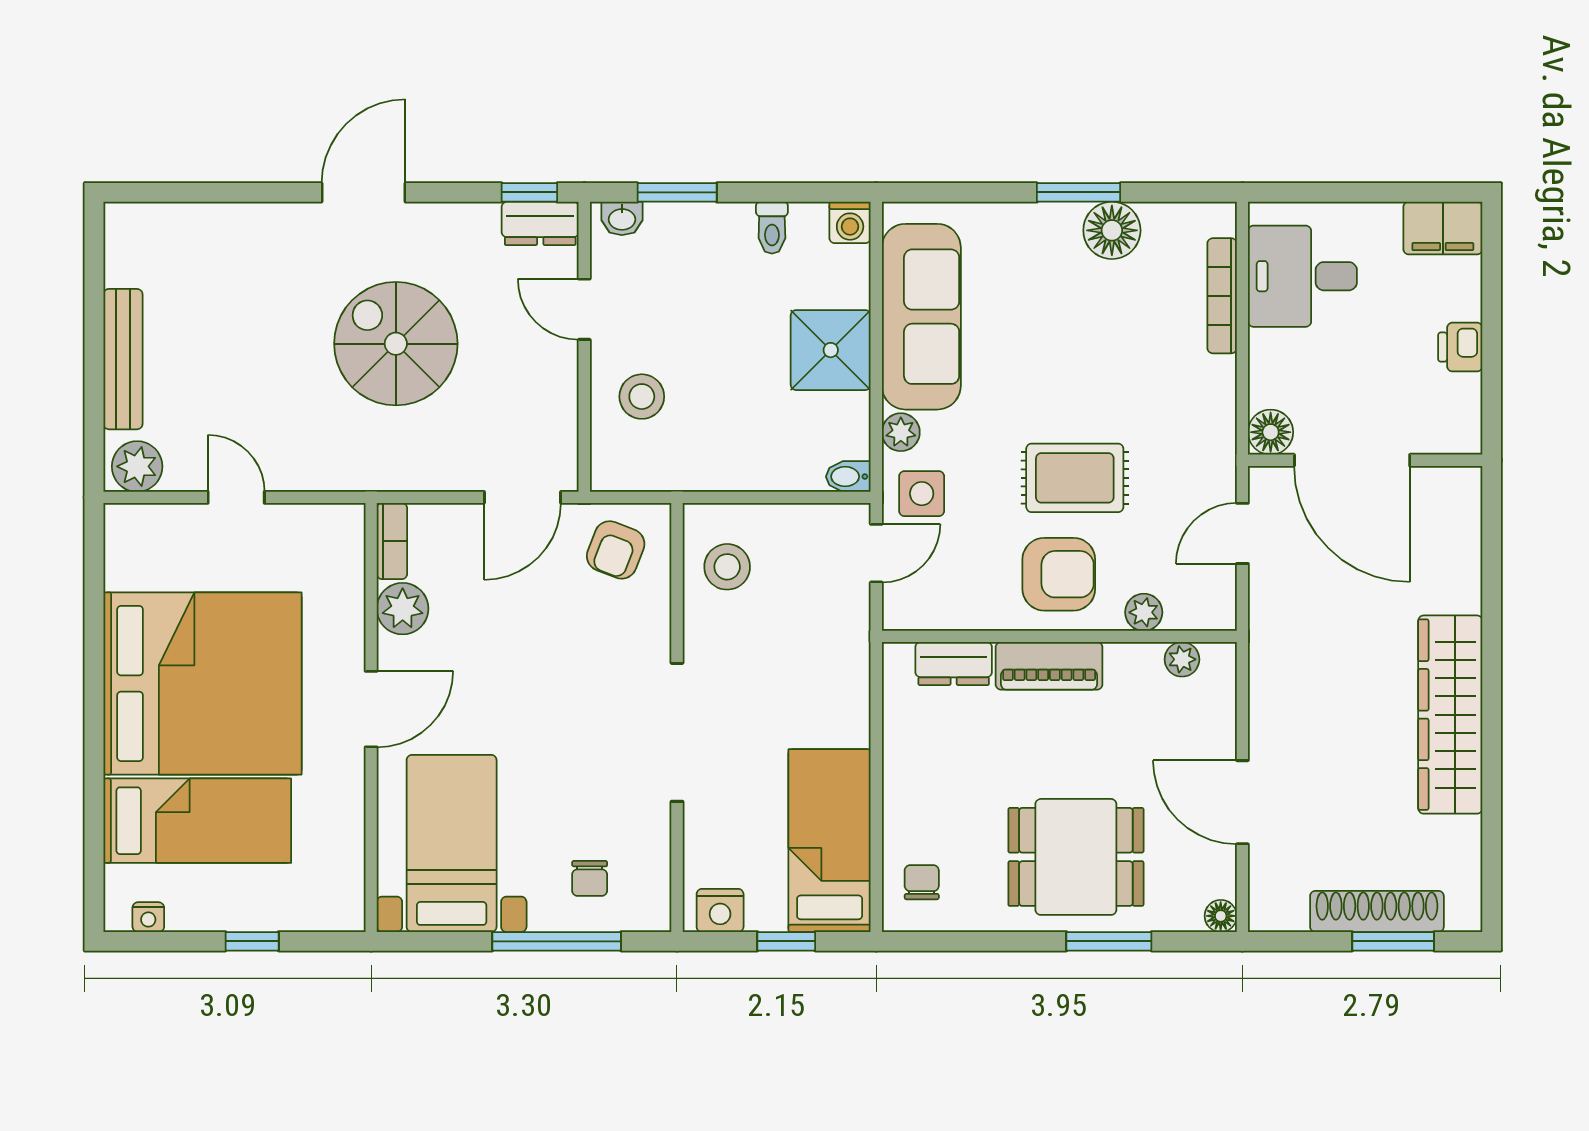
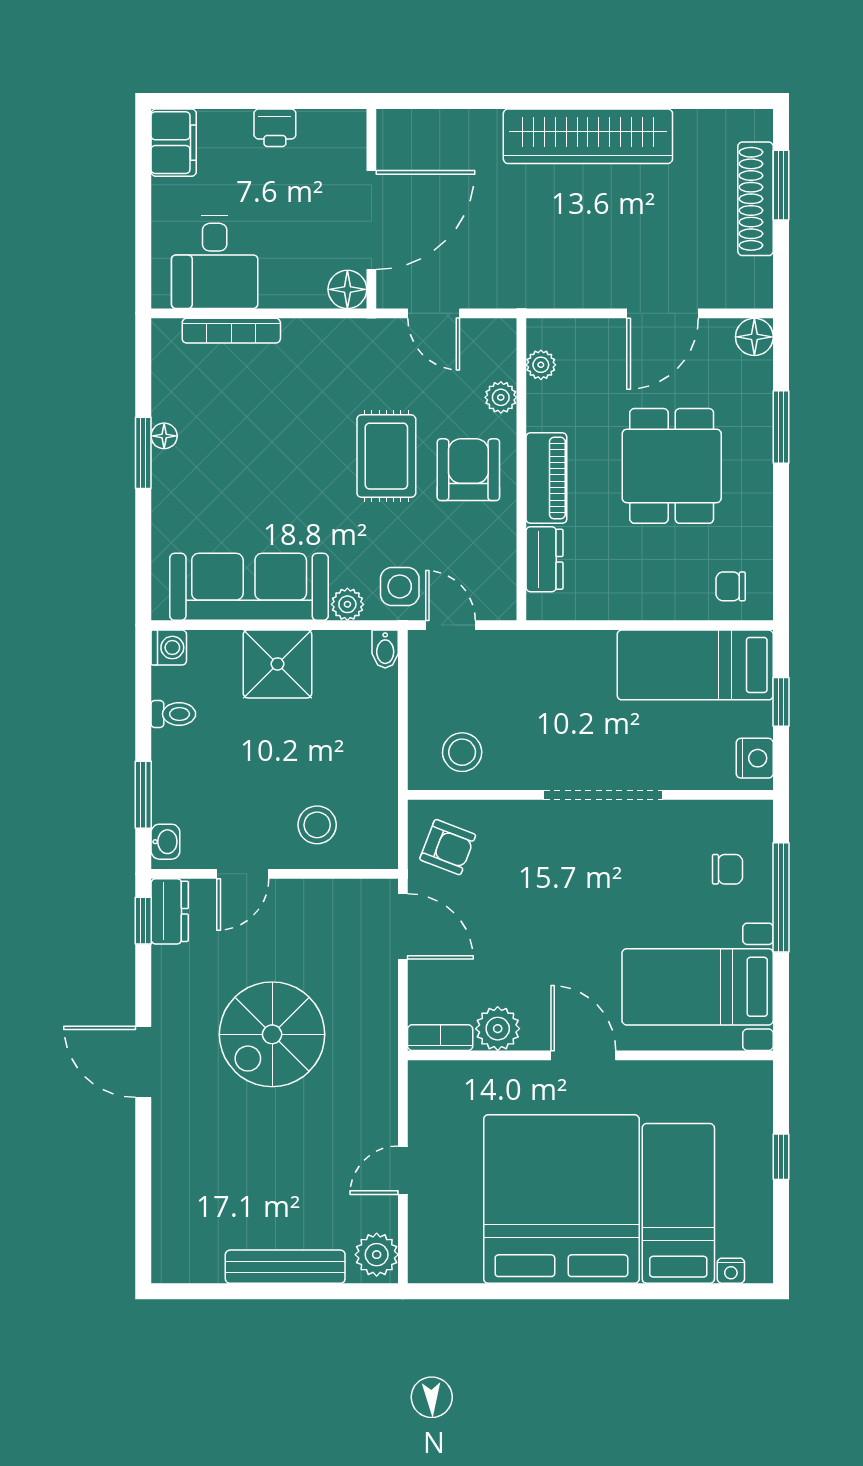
floor lamp: (1112, 230) -> (164, 436), width x0.53, depth x0.53
dining table: (1076, 857) -> (672, 466), moved
floor lamp: (1221, 916) -> (754, 337), width x1.37, depth x1.37
nightstand: (148, 917) -> (731, 1271), moved, turned 90

